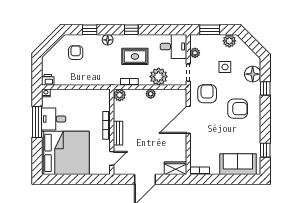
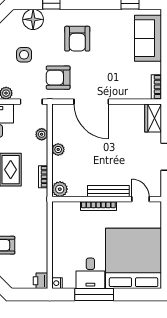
plant: (159, 77) -> (42, 134), width x0.53, depth x0.53
armchair: (238, 109) -> (77, 39), turned 180
bench: (118, 133) -> (108, 191), width x1.36

